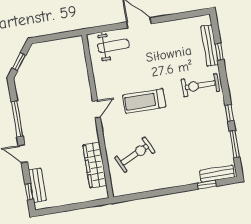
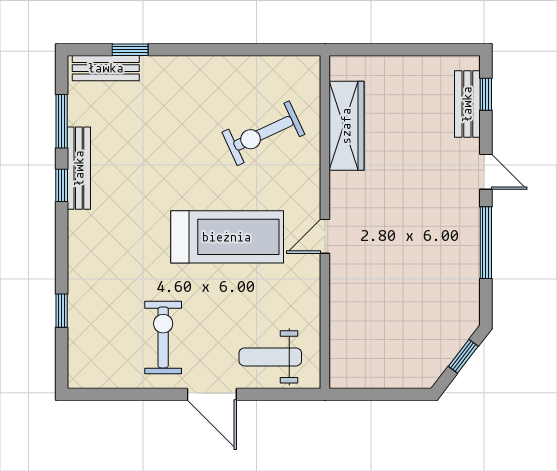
bench: (210, 46) -> (79, 168), moved
exercise bike: (200, 85) -> (163, 337), moved, turned -90
treadmill: (144, 101) -> (227, 237), width x1.37, depth x1.38

